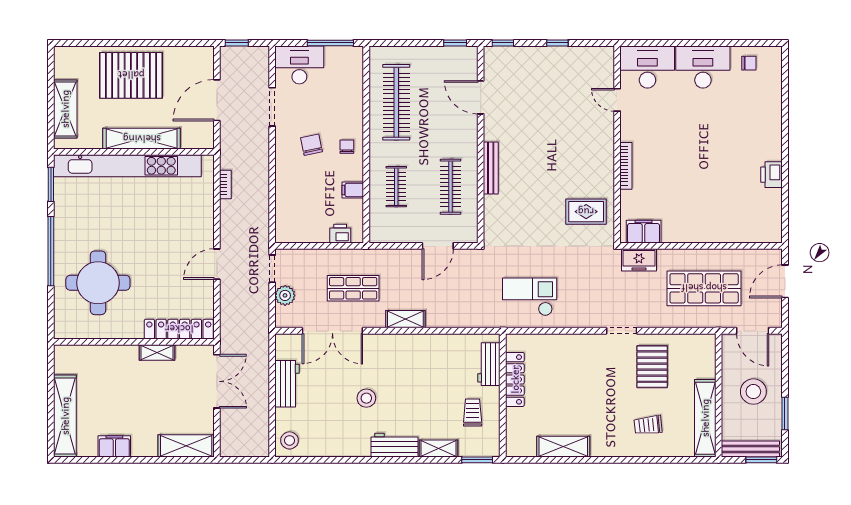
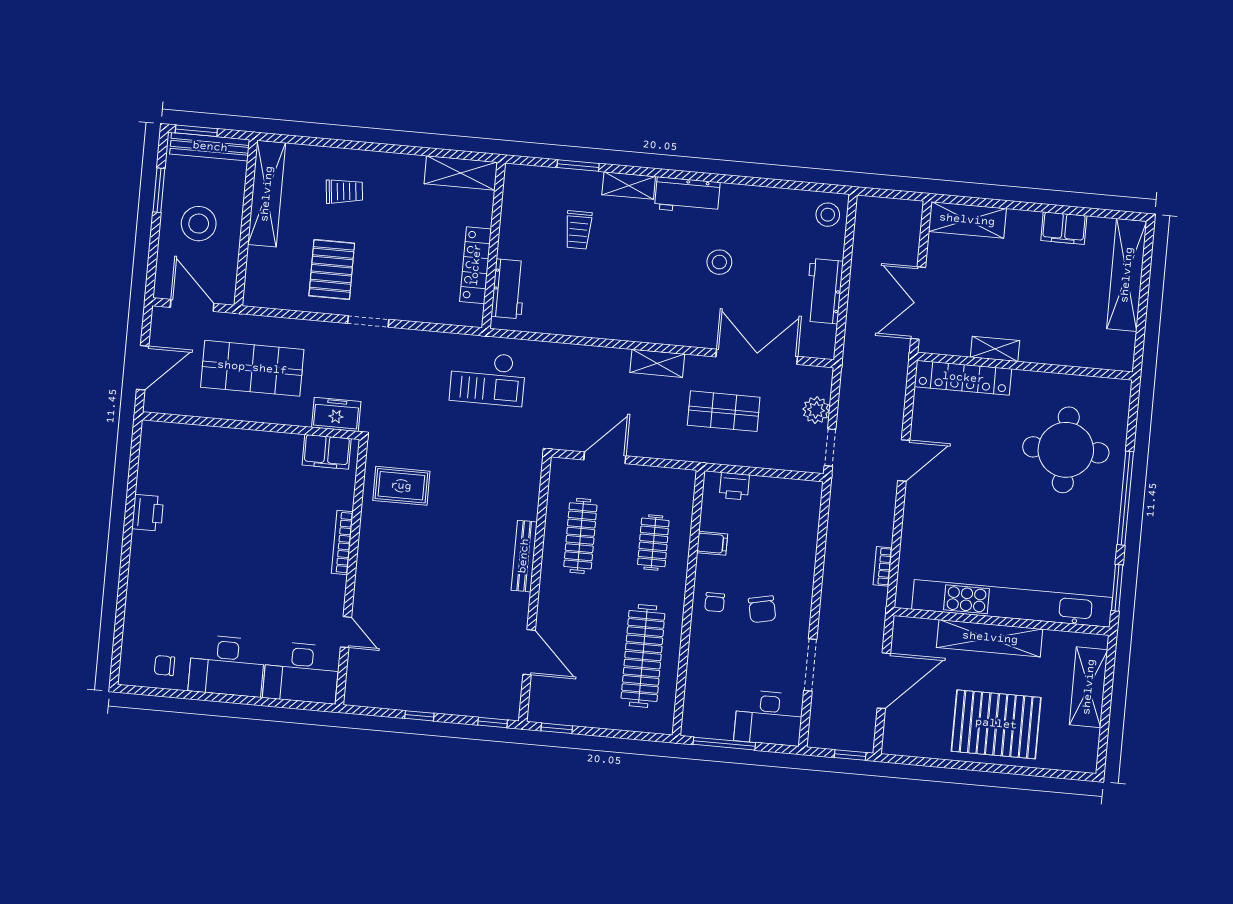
workbench: (489, 364) -> (508, 289), moved
locker: (515, 379) -> (476, 265), moved
wall: (503, 395) -> (494, 245), moved

